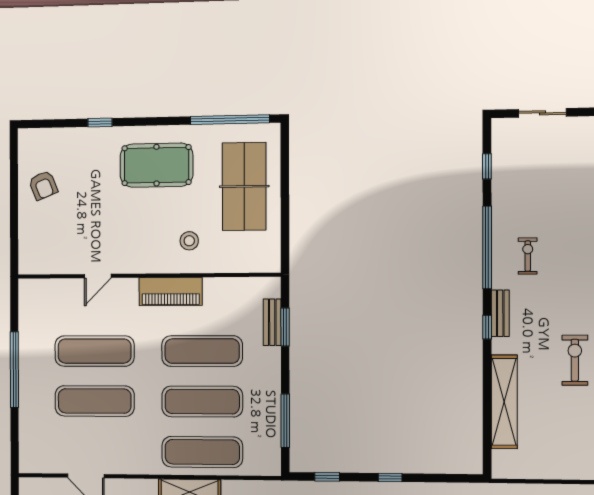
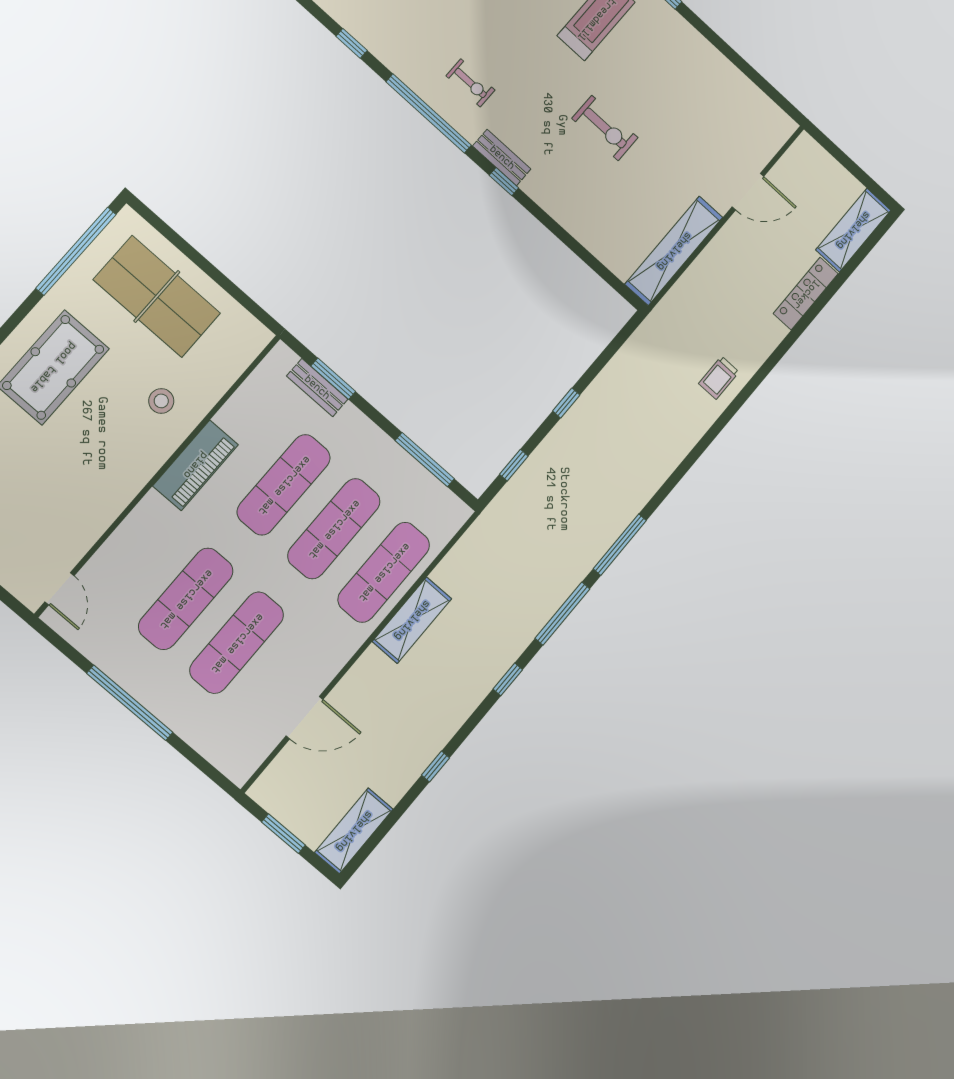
exercise bike: (528, 256) -> (470, 83), turned 180
door: (98, 276) -> (59, 589), moved
exercise bike: (575, 360) -> (605, 128), turned 180
shelving: (504, 402) -> (674, 251), moved, turned 90

